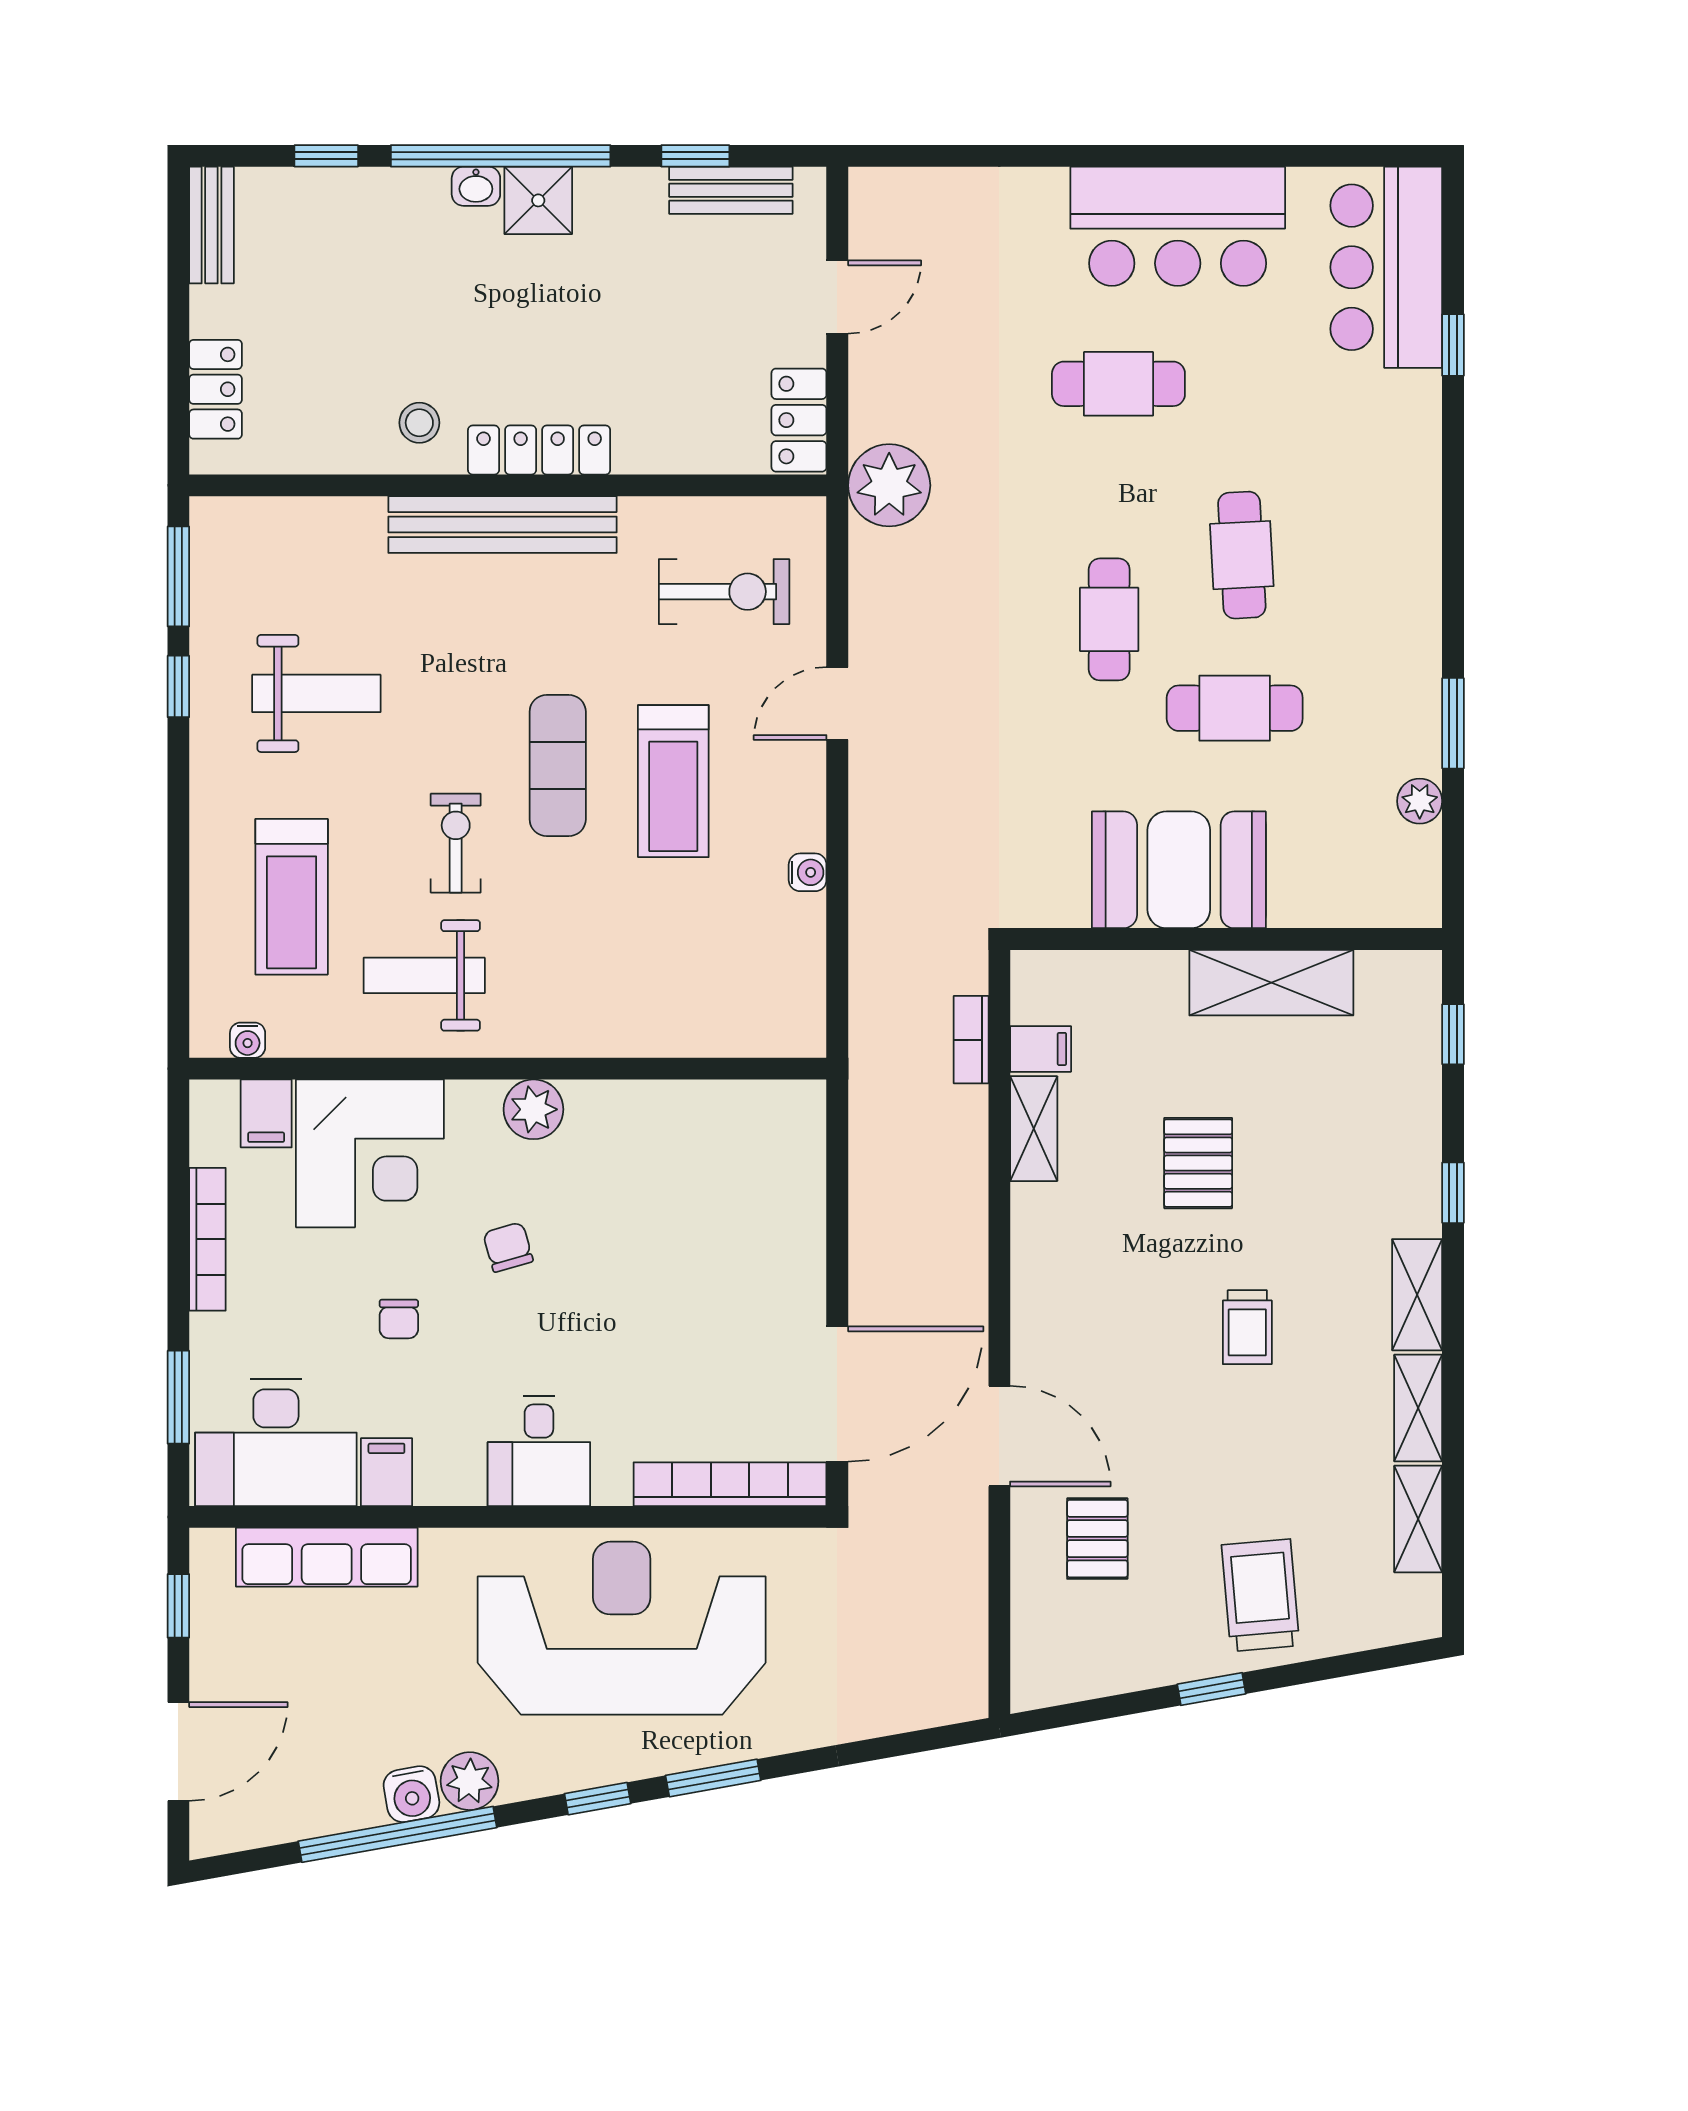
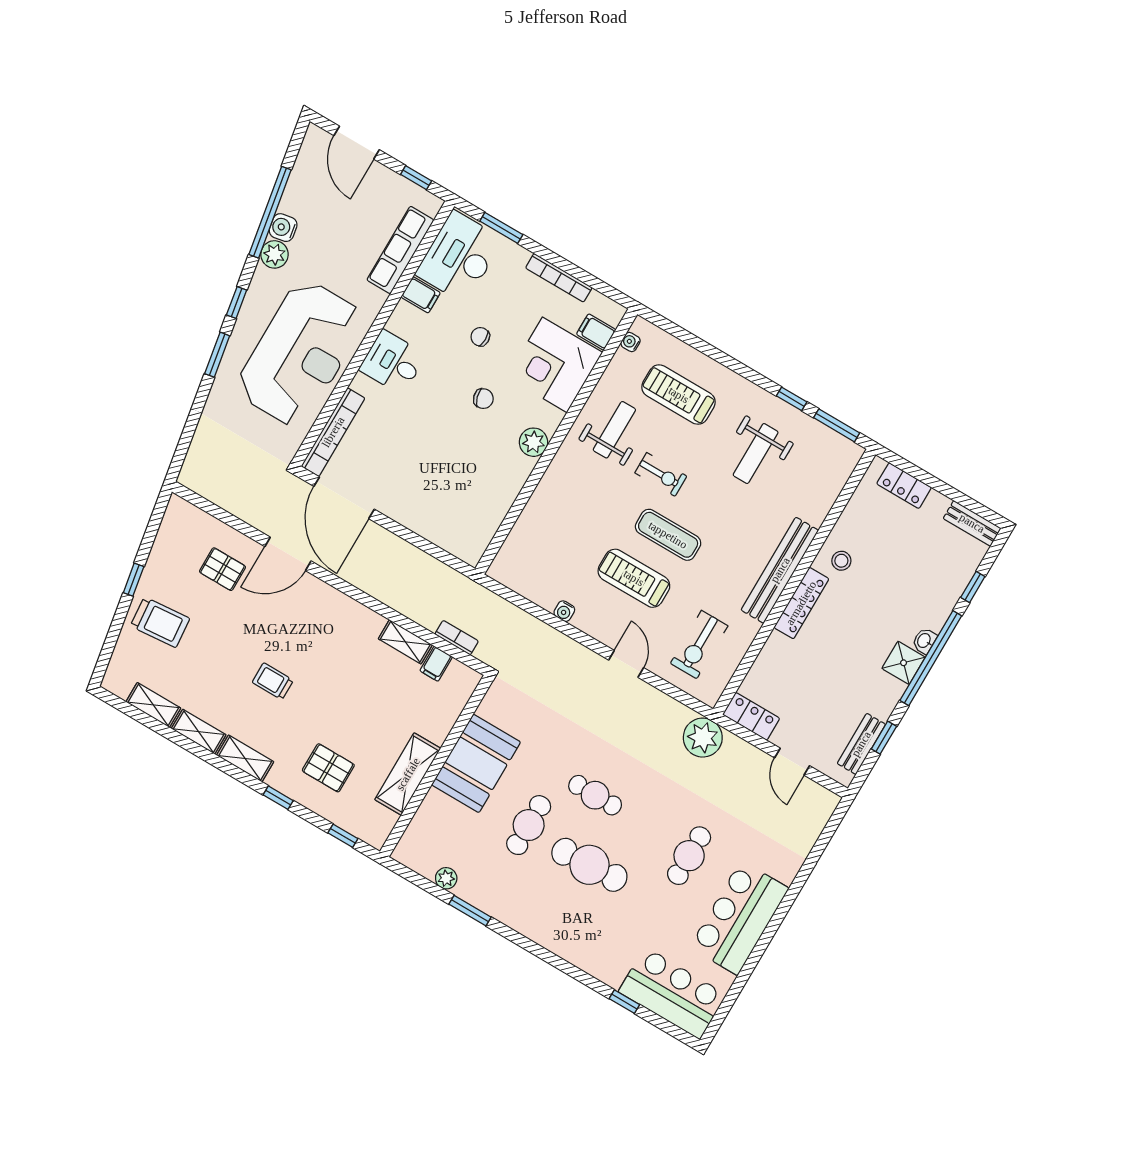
cafe table: (1242, 555) -> (589, 865), width x1.37, depth x1.35
pallet: (1198, 1163) -> (328, 768), moved

